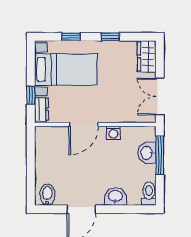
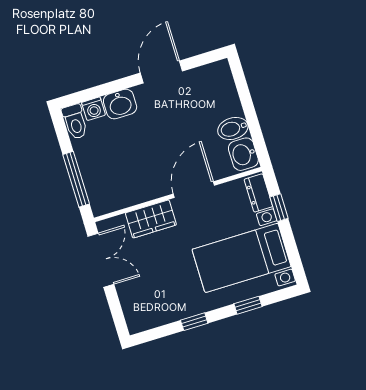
wardrobe: (147, 56) -> (151, 219), moved, turned 90
washing machine: (113, 133) -> (93, 109), moved, turned 180
washbasin: (147, 153) -> (243, 154), moved, turned 180
bidet: (47, 195) -> (233, 129), moved, turned 90

